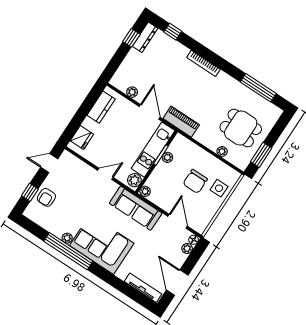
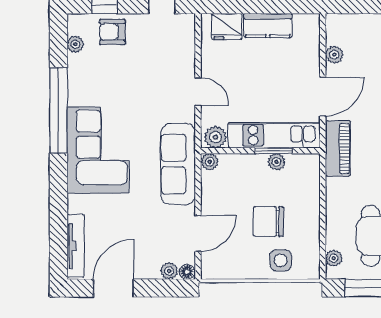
kitchen counter: (101, 107) -> (268, 25), moved
plant: (222, 151) -> (334, 258), moved
plant: (67, 238) -> (75, 44), moved

